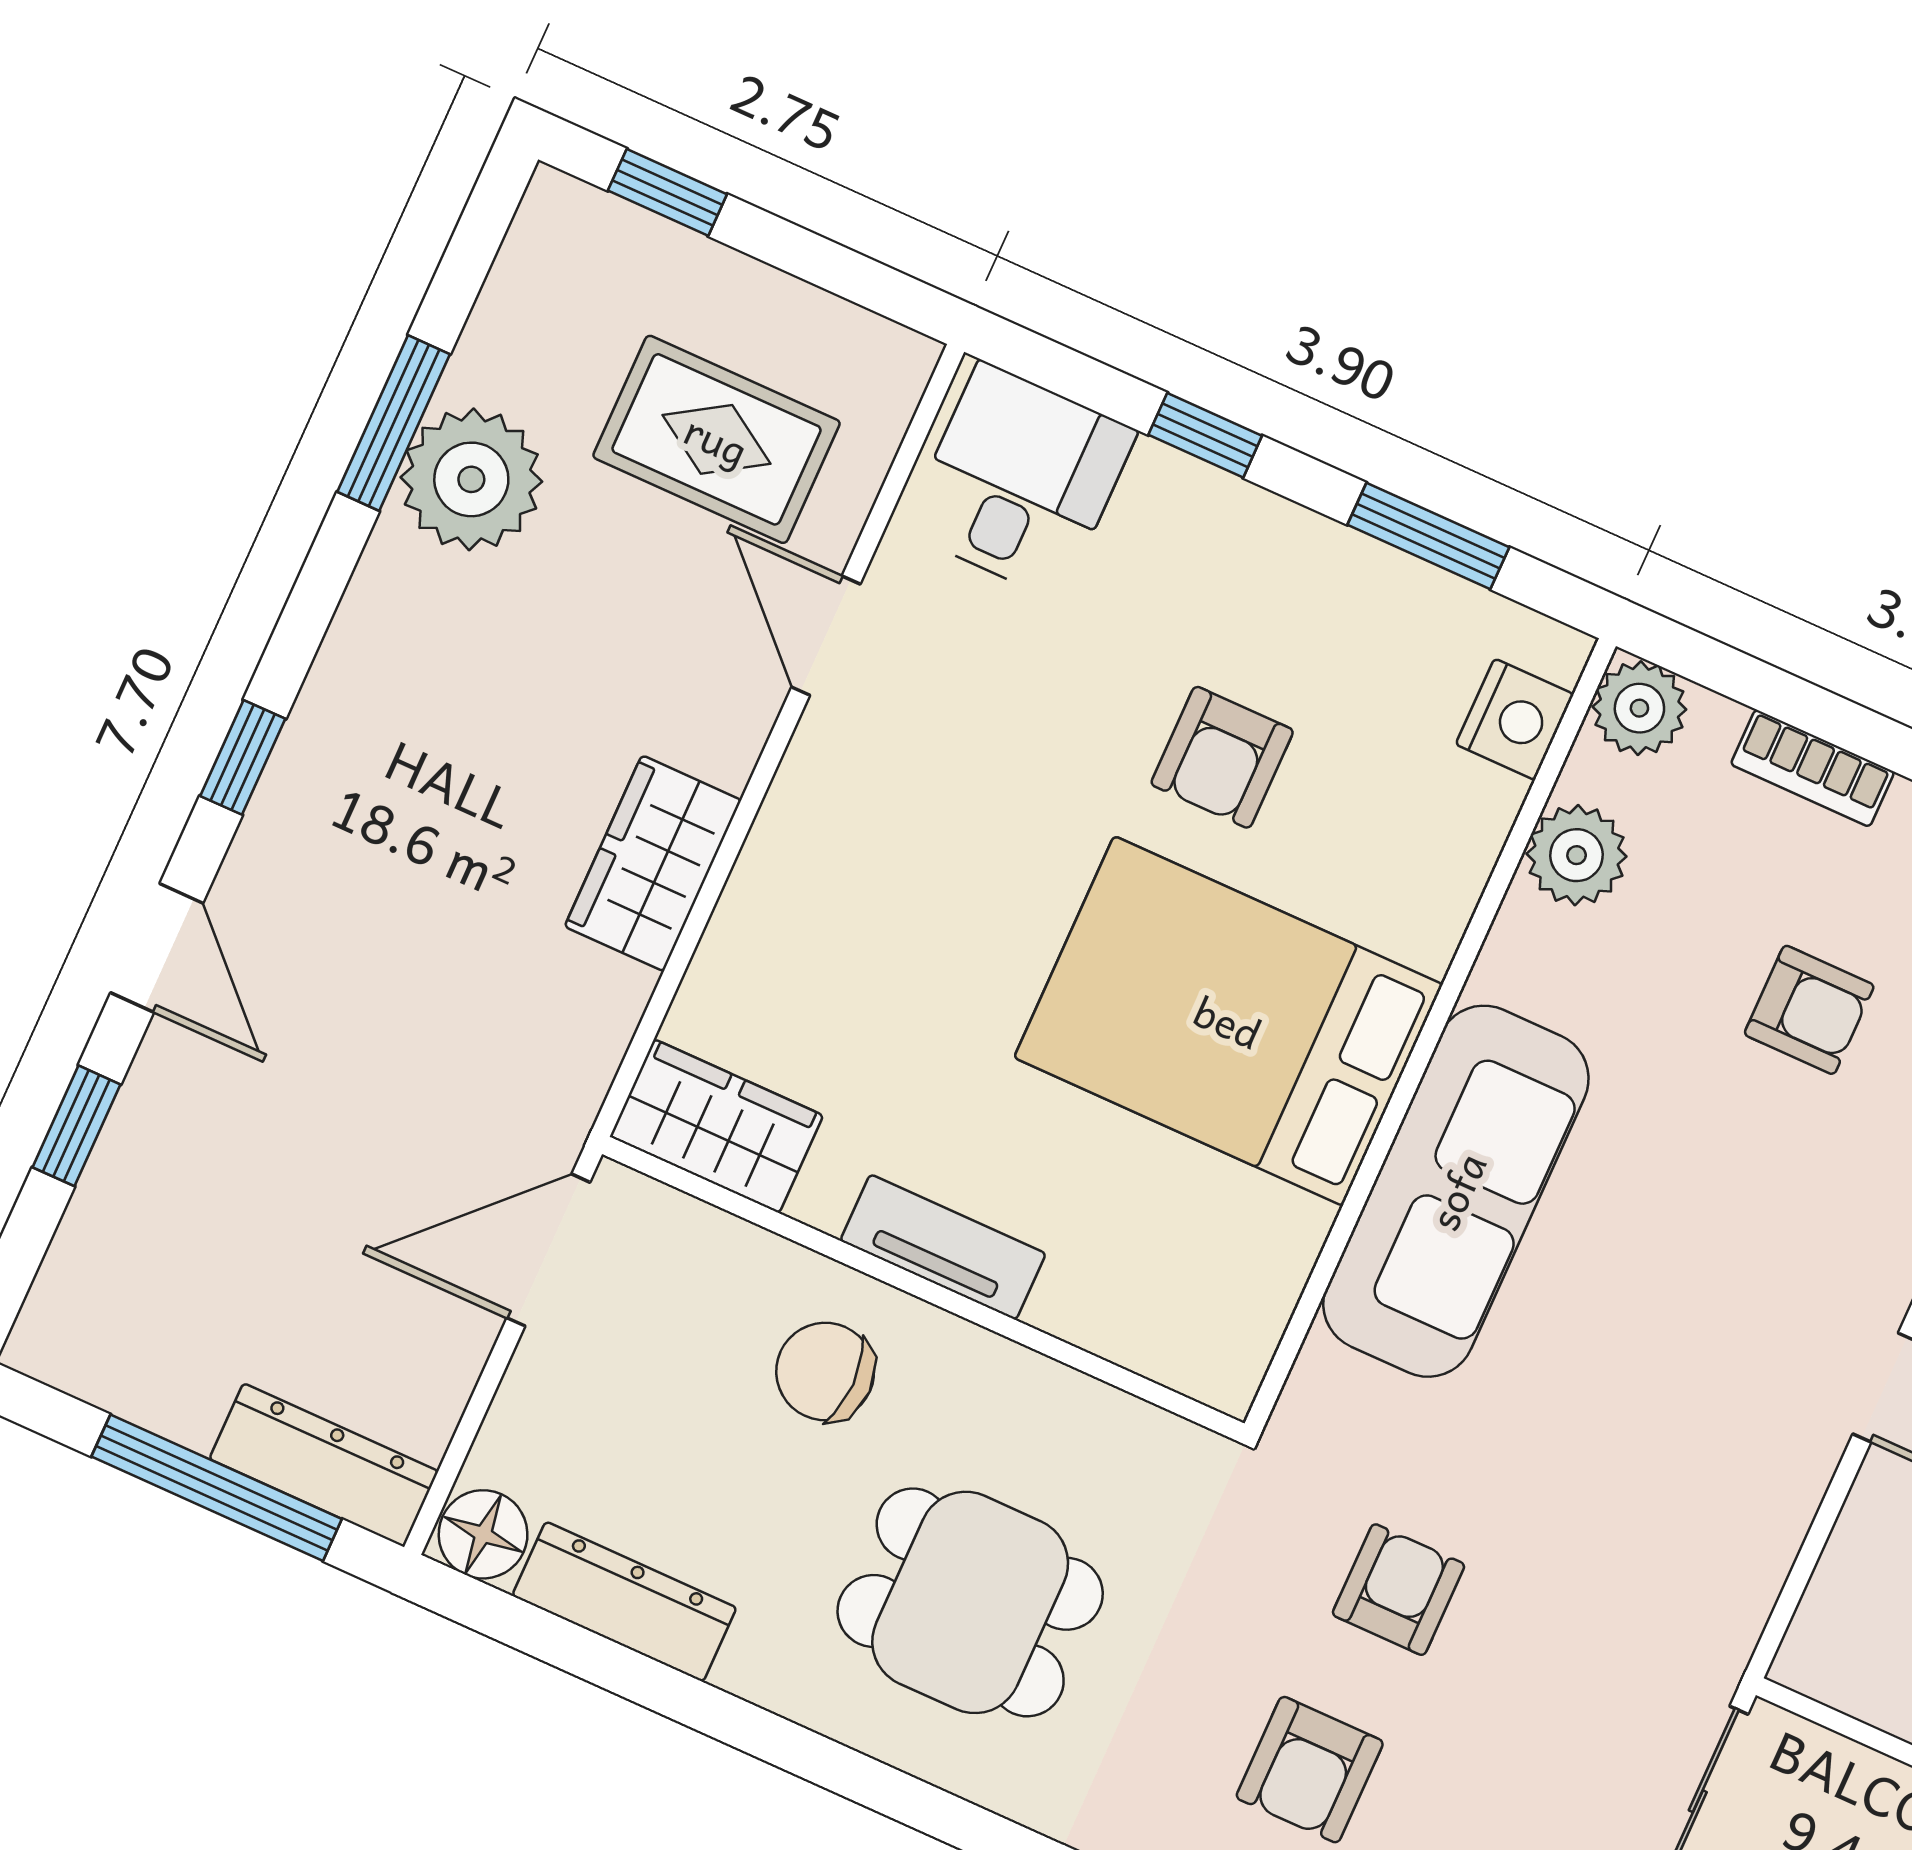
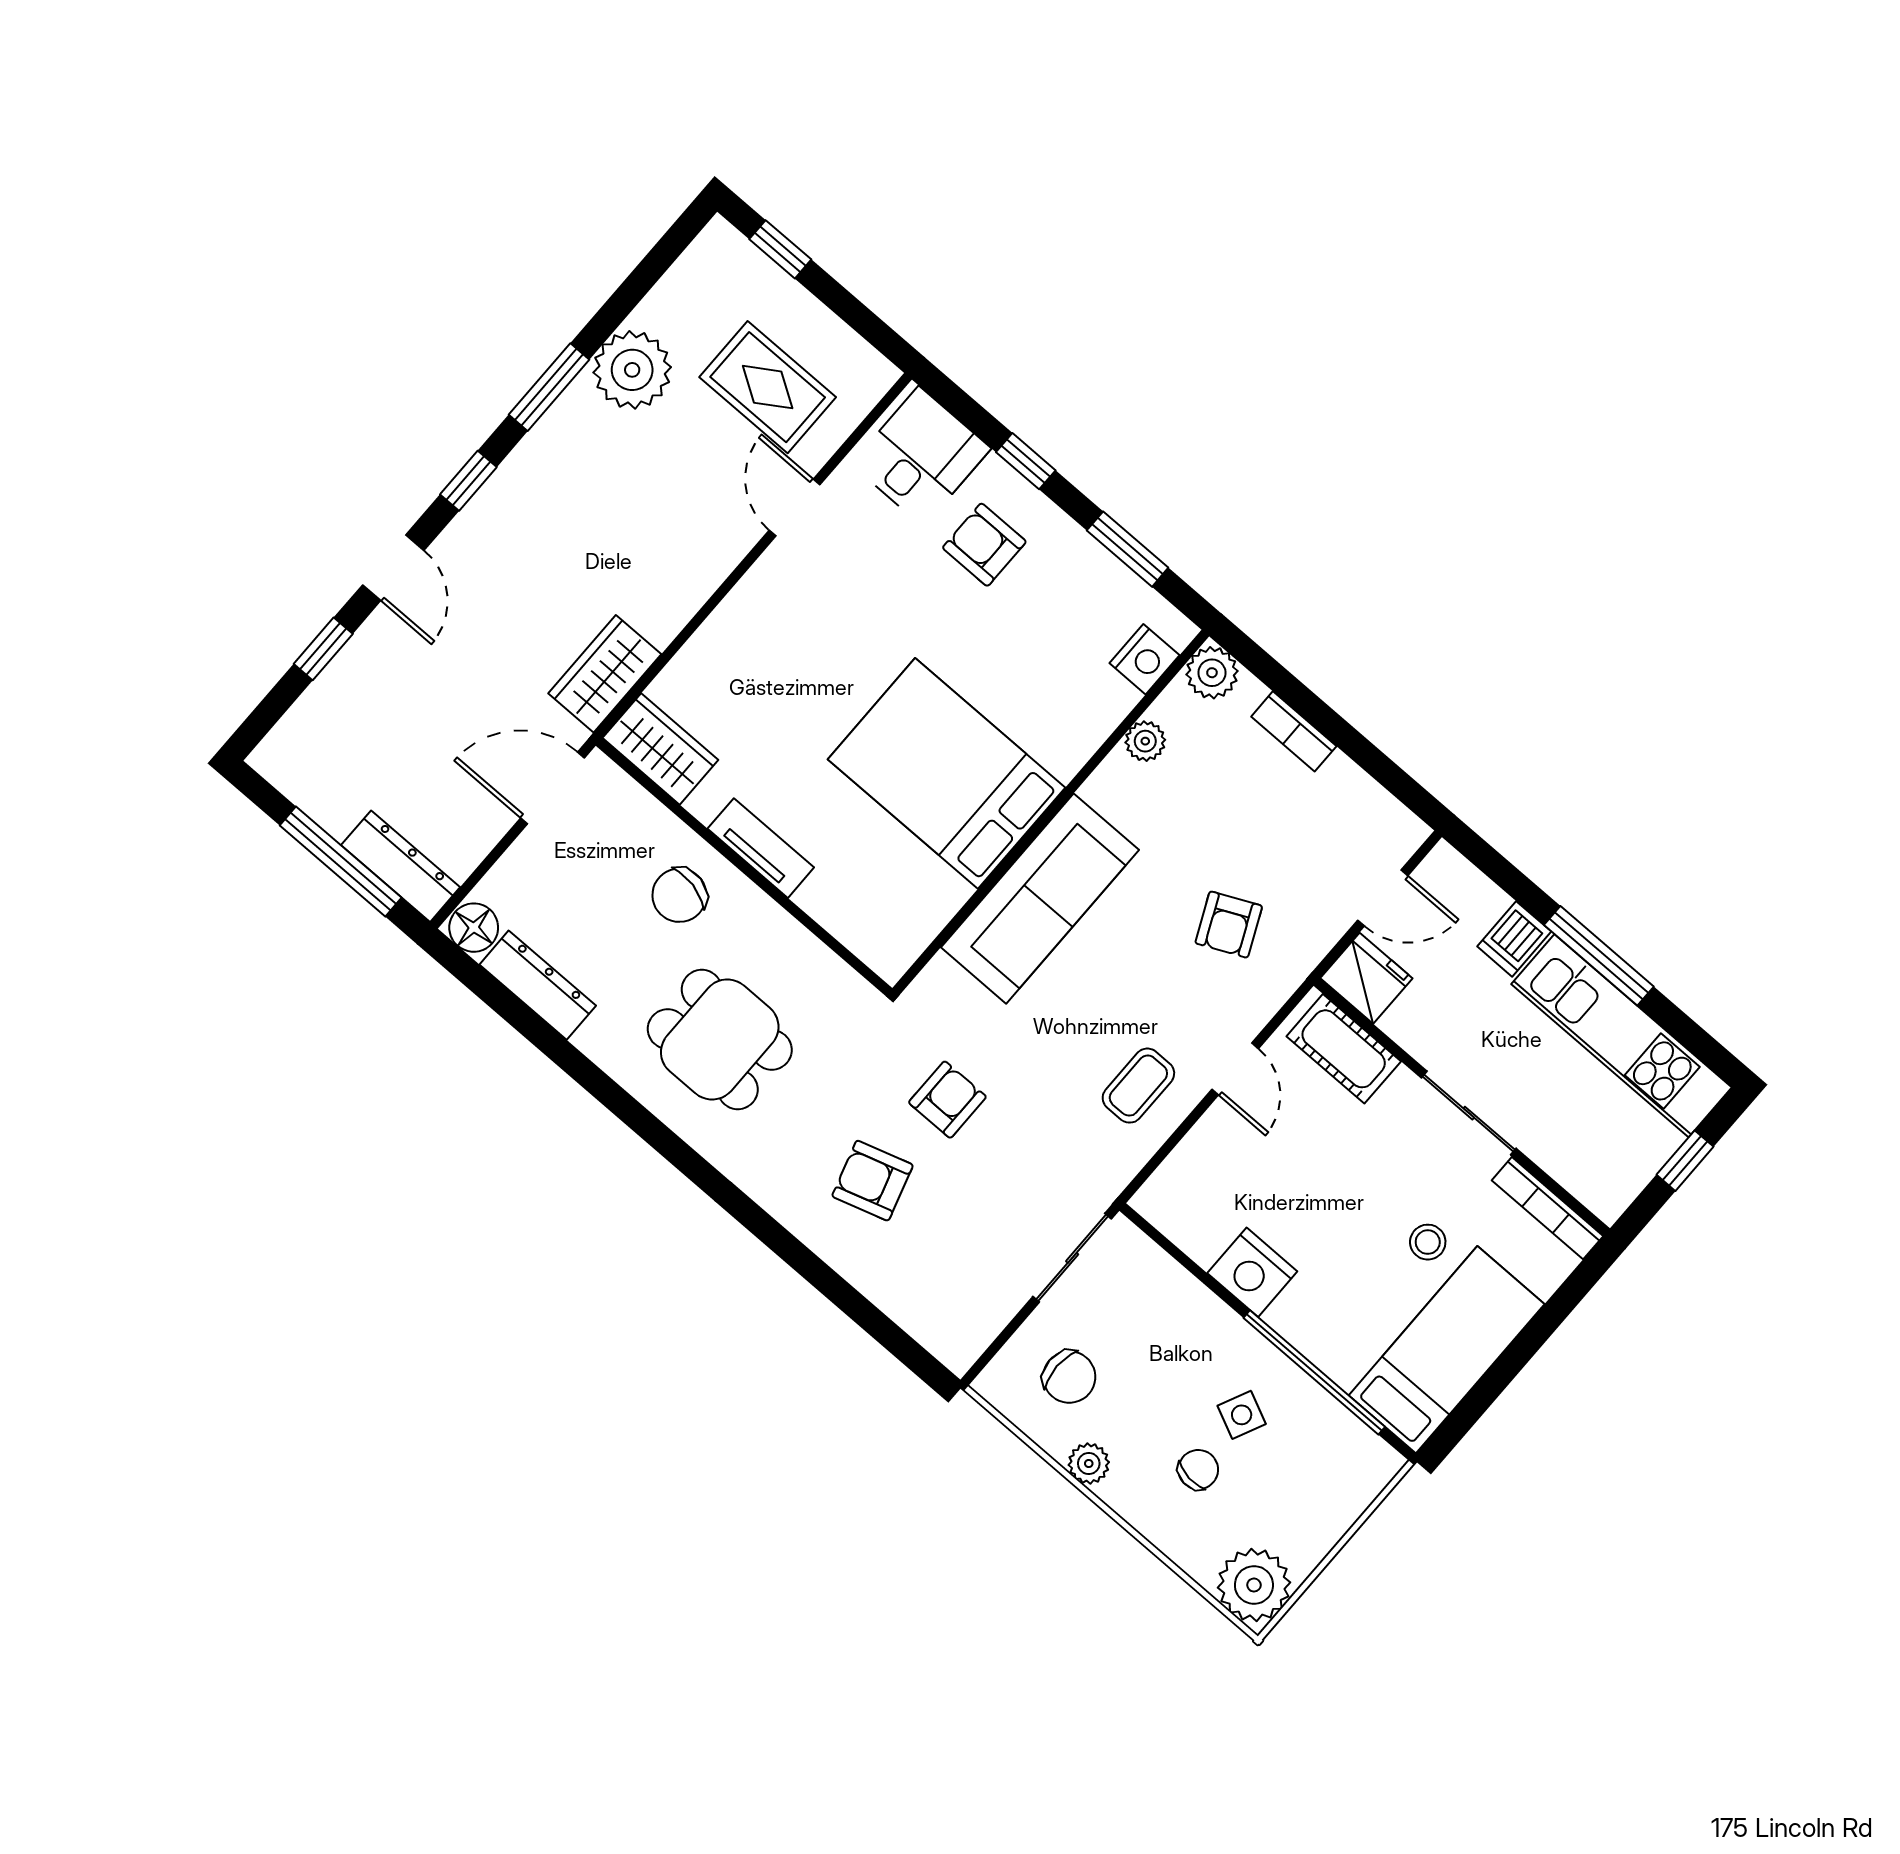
window: (394, 423) -> (549, 387), moved
armchair: (1222, 757) -> (984, 545), moved, turned 90
plant: (1577, 855) -> (1145, 741), width x0.73, depth x0.73
wardrobe: (653, 863) -> (605, 674), moved
armchair: (1809, 1010) -> (1229, 925), moved, turned 65
chair: (825, 1371) -> (679, 895), turned -78
coffee table: (1725, 1466) -> (1138, 1086), added
armchair: (1310, 1770) -> (873, 1181), turned 73

